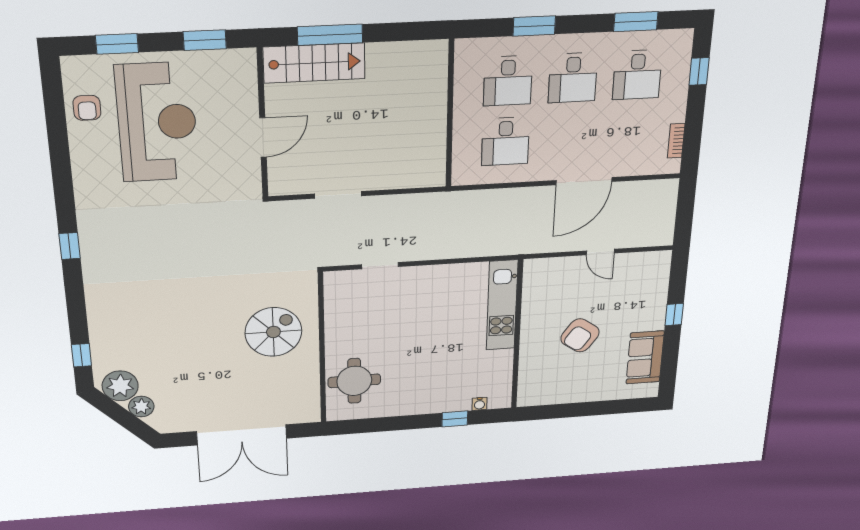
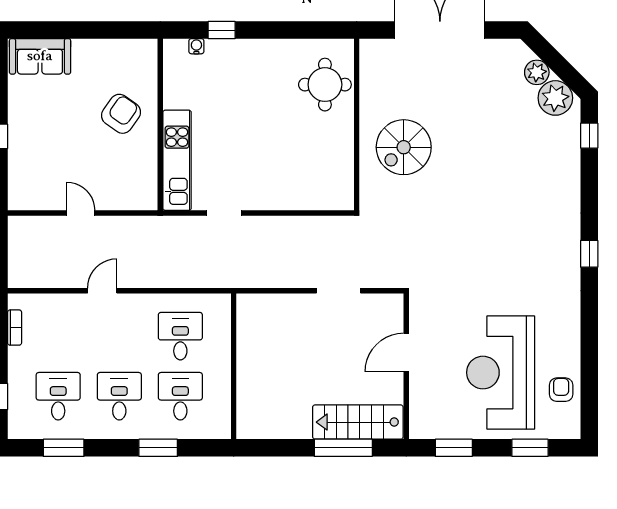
door: (584, 181) -> (102, 291), width x0.53
doorway: (380, 266) -> (224, 213), moved
armchair: (580, 335) -> (121, 114), moved
sofa: (645, 357) -> (40, 56), moved, turned 90

